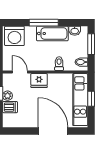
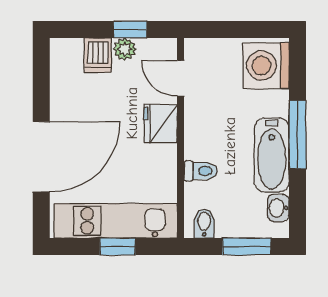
door: (20, 72) -> (181, 78), swing flipped

